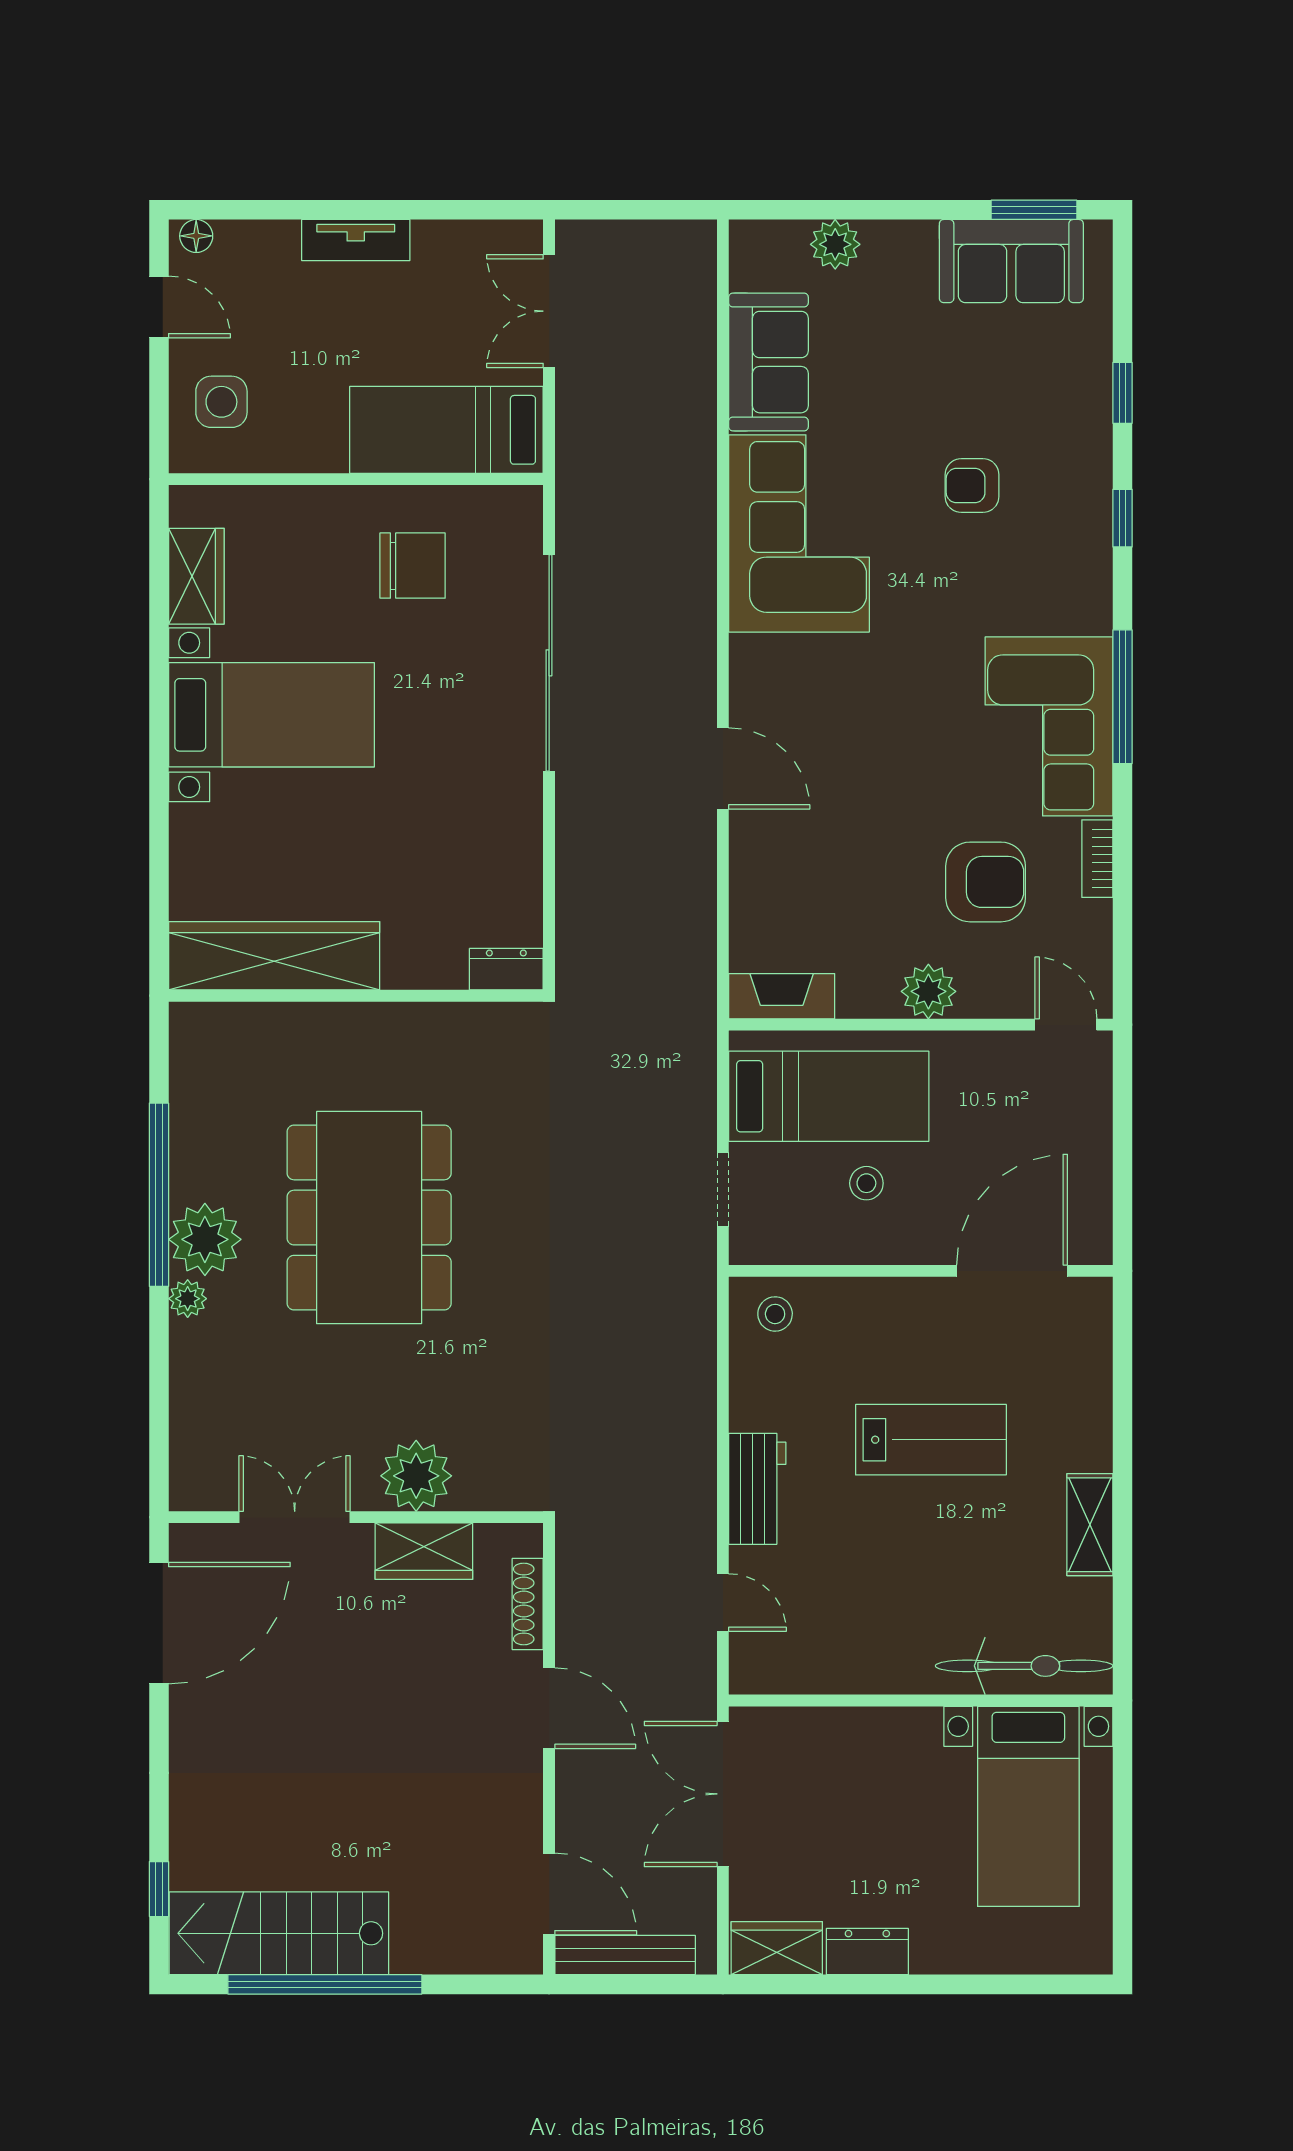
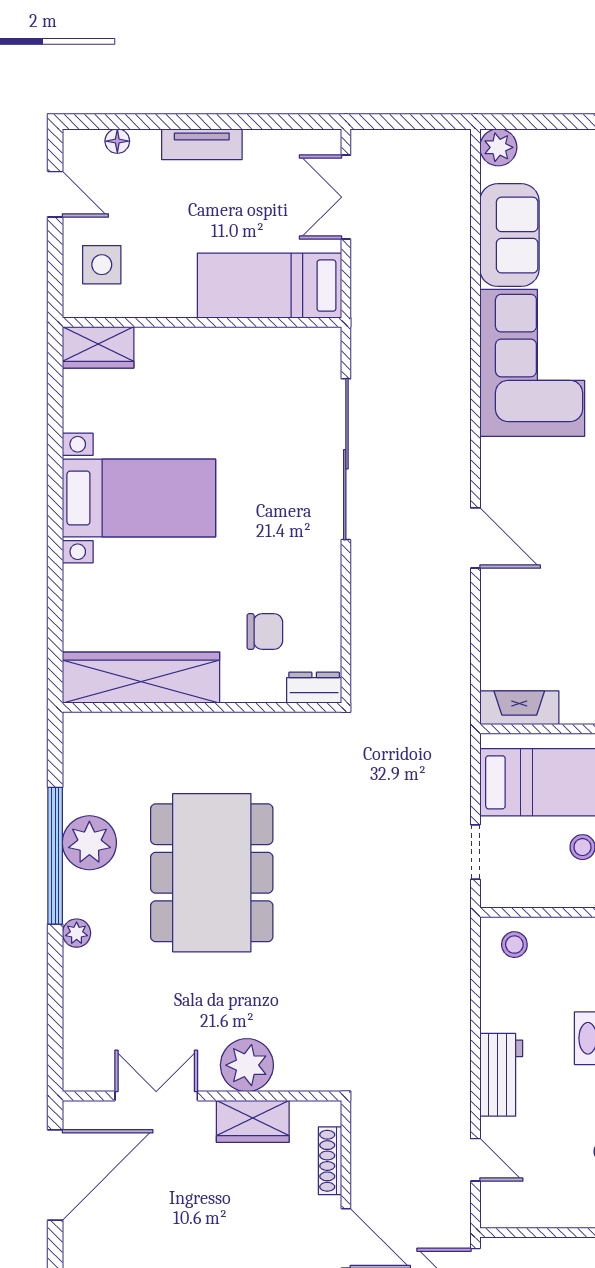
floor lamp: (196, 236) -> (117, 141), moved
plant: (835, 244) -> (498, 147), moved
chair: (413, 566) -> (265, 631), moved, width x0.73, depth x0.73
wardrobe: (196, 576) -> (98, 347), moved, turned 90
plant: (205, 1239) -> (89, 843), moved

